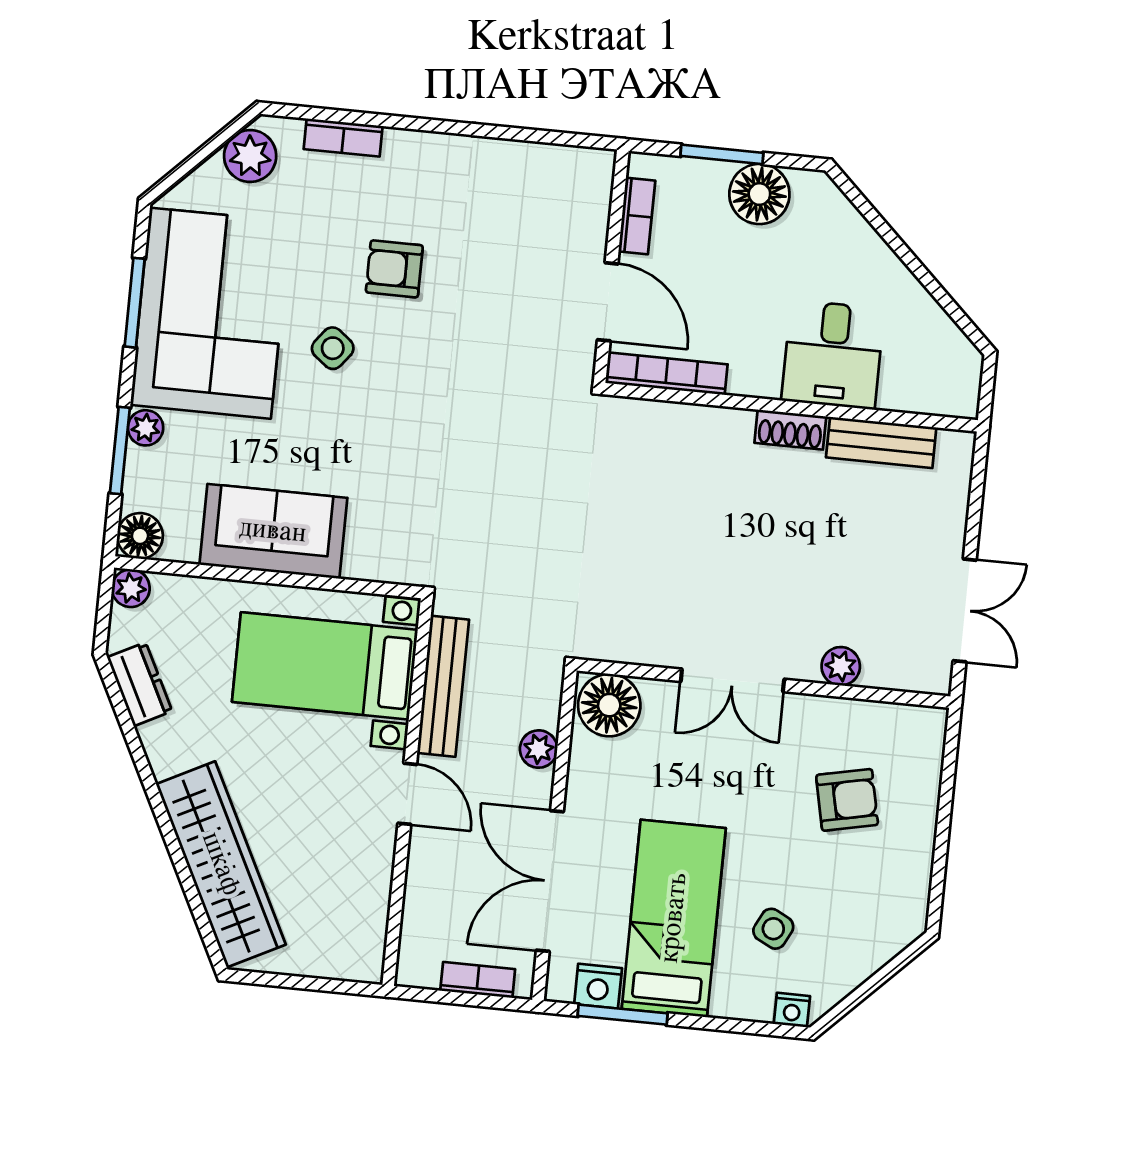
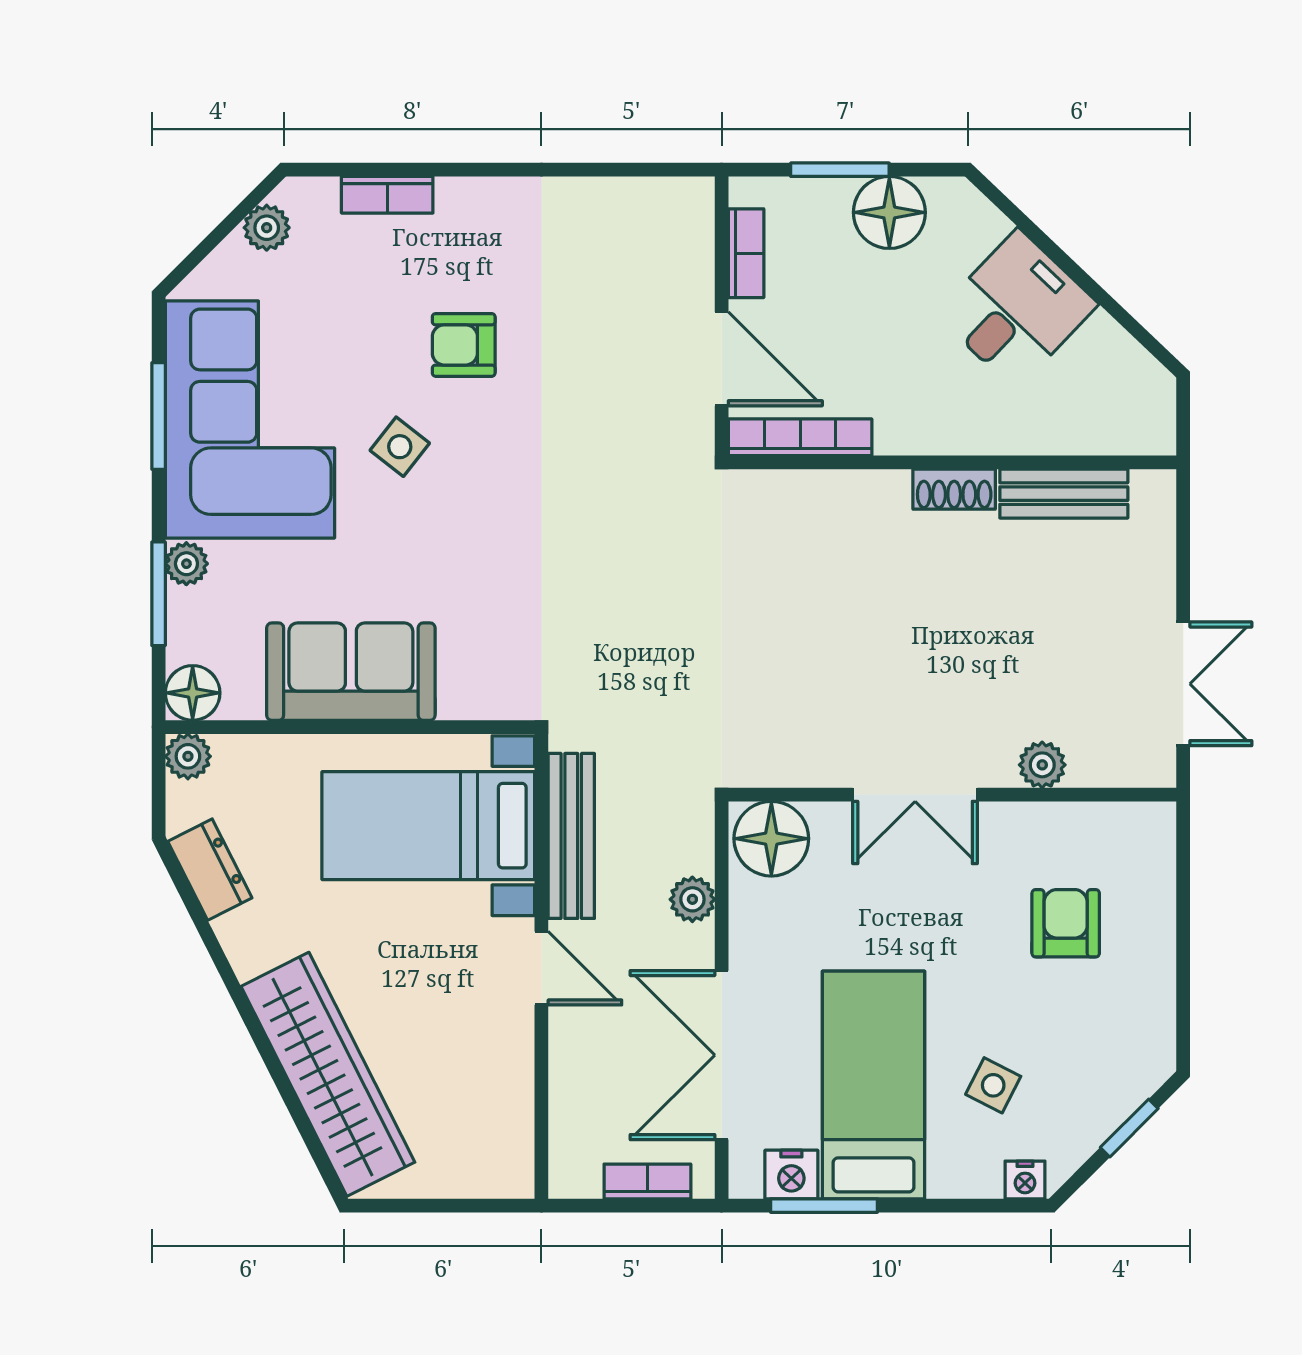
plant: (250, 156) -> (267, 228), width x0.73, depth x0.73
desk: (833, 355) -> (1017, 309), moved, turned -136
armchair: (847, 800) -> (1066, 923), turned -78
window: (883, 976) -> (1129, 1128), added

